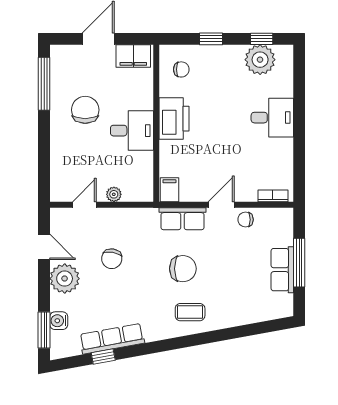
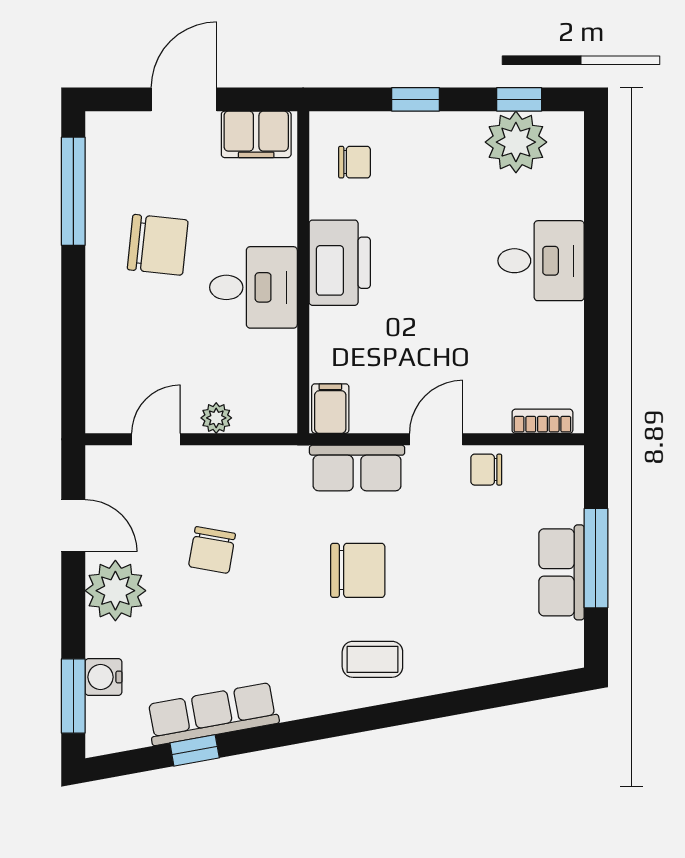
chair: (85, 110) -> (158, 245), turned 96

